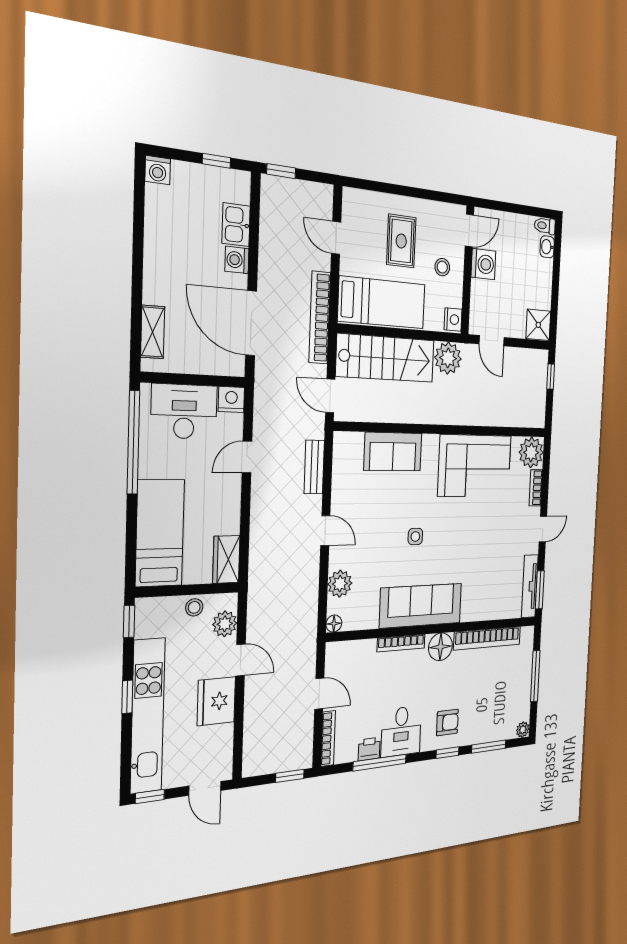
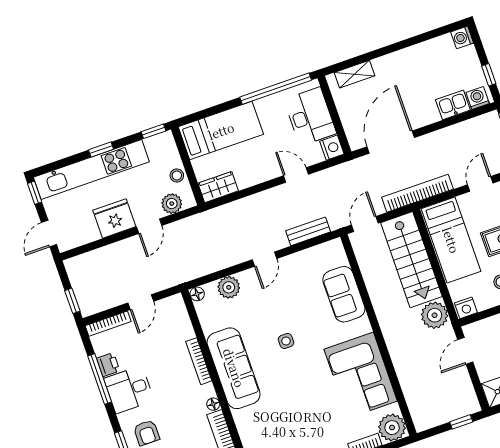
washing machine: (237, 260) -> (478, 98), moved
floor lamp: (441, 647) -> (213, 404), width x0.53, depth x0.53

